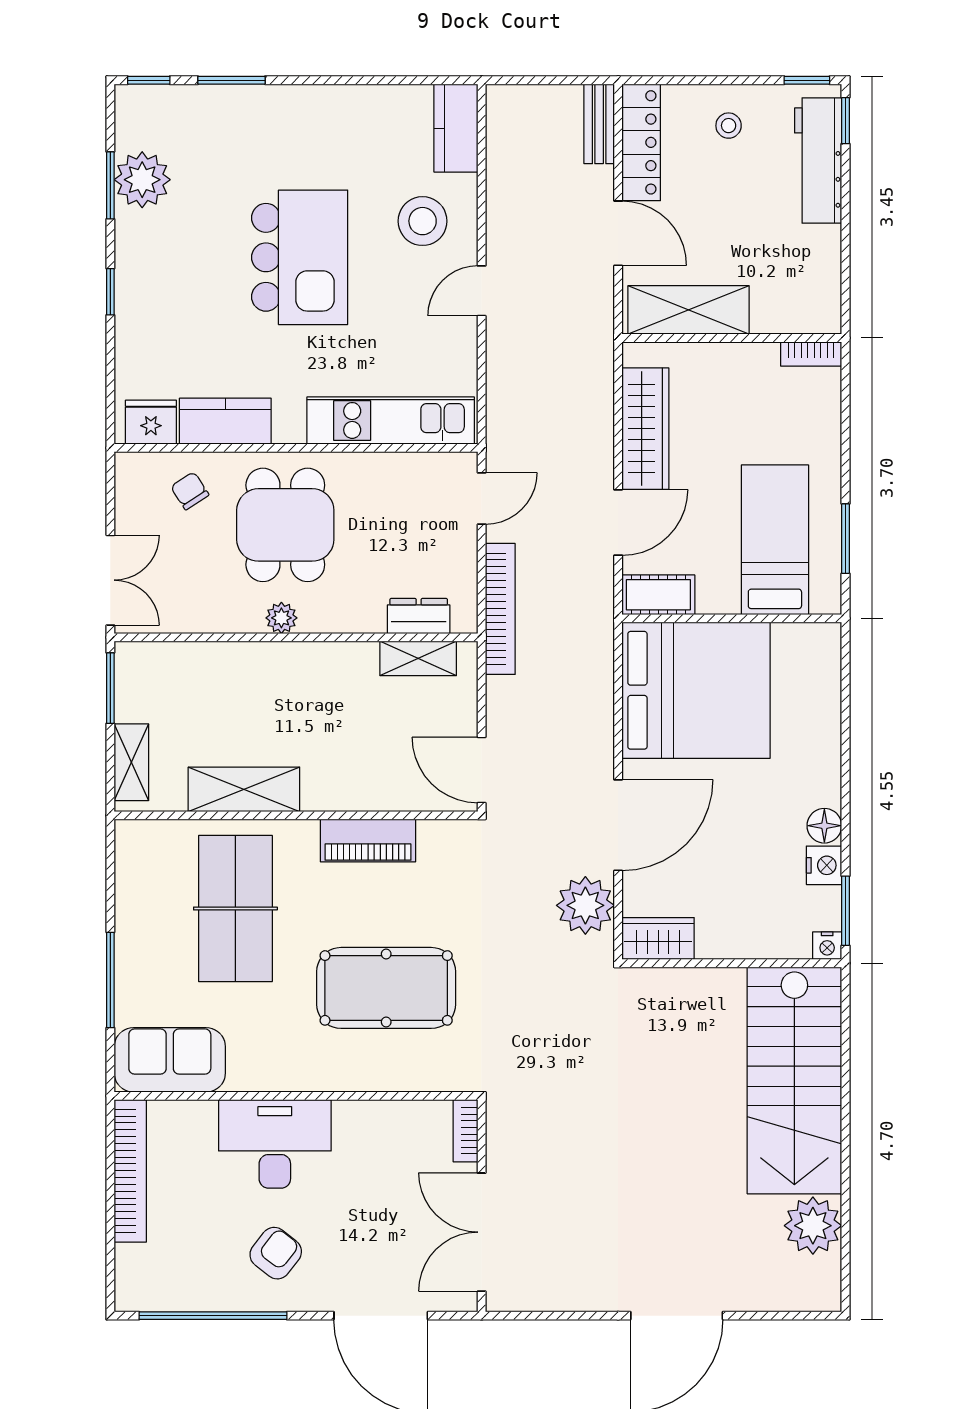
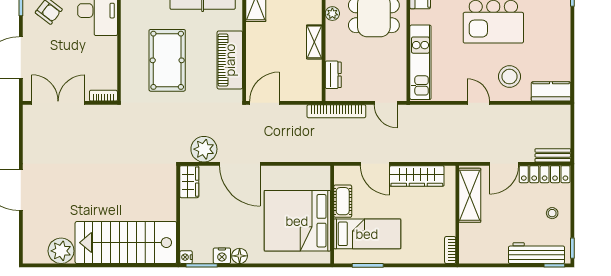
cot: (658, 595) -> (343, 201), moved
shelving: (418, 658) -> (314, 42), moved
bed: (696, 690) -> (297, 221), moved, turned 90
piano: (368, 841) -> (230, 60), width x1.37, depth x1.33

